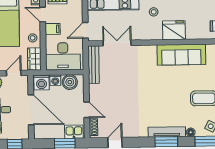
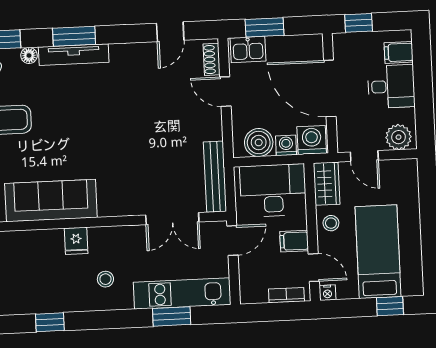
fridge: (174, 30) -> (76, 241), width x0.53, depth x0.75
door: (14, 73) -> (364, 156), hinge flipped

